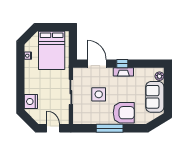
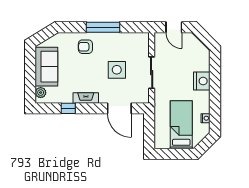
bed: (52, 50) -> (181, 125), width x0.67
window: (122, 64) -> (68, 108), moved
nightstand: (31, 101) -> (202, 81), moved
armchair: (124, 113) -> (85, 47), width x0.53, depth x0.53

